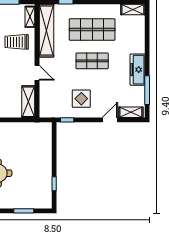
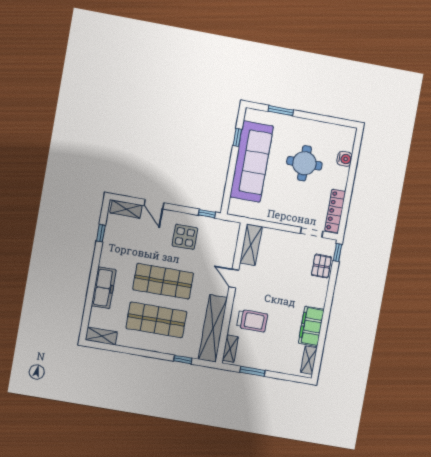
shop shelf: (92, 61) -> (163, 281), width x1.43, depth x1.36
freezer: (138, 70) -> (104, 288), moved
window: (147, 90) -> (101, 233), width x0.46
door: (110, 120) -> (154, 204), hinge flipped
sofa: (40, 167) -> (252, 162), added

